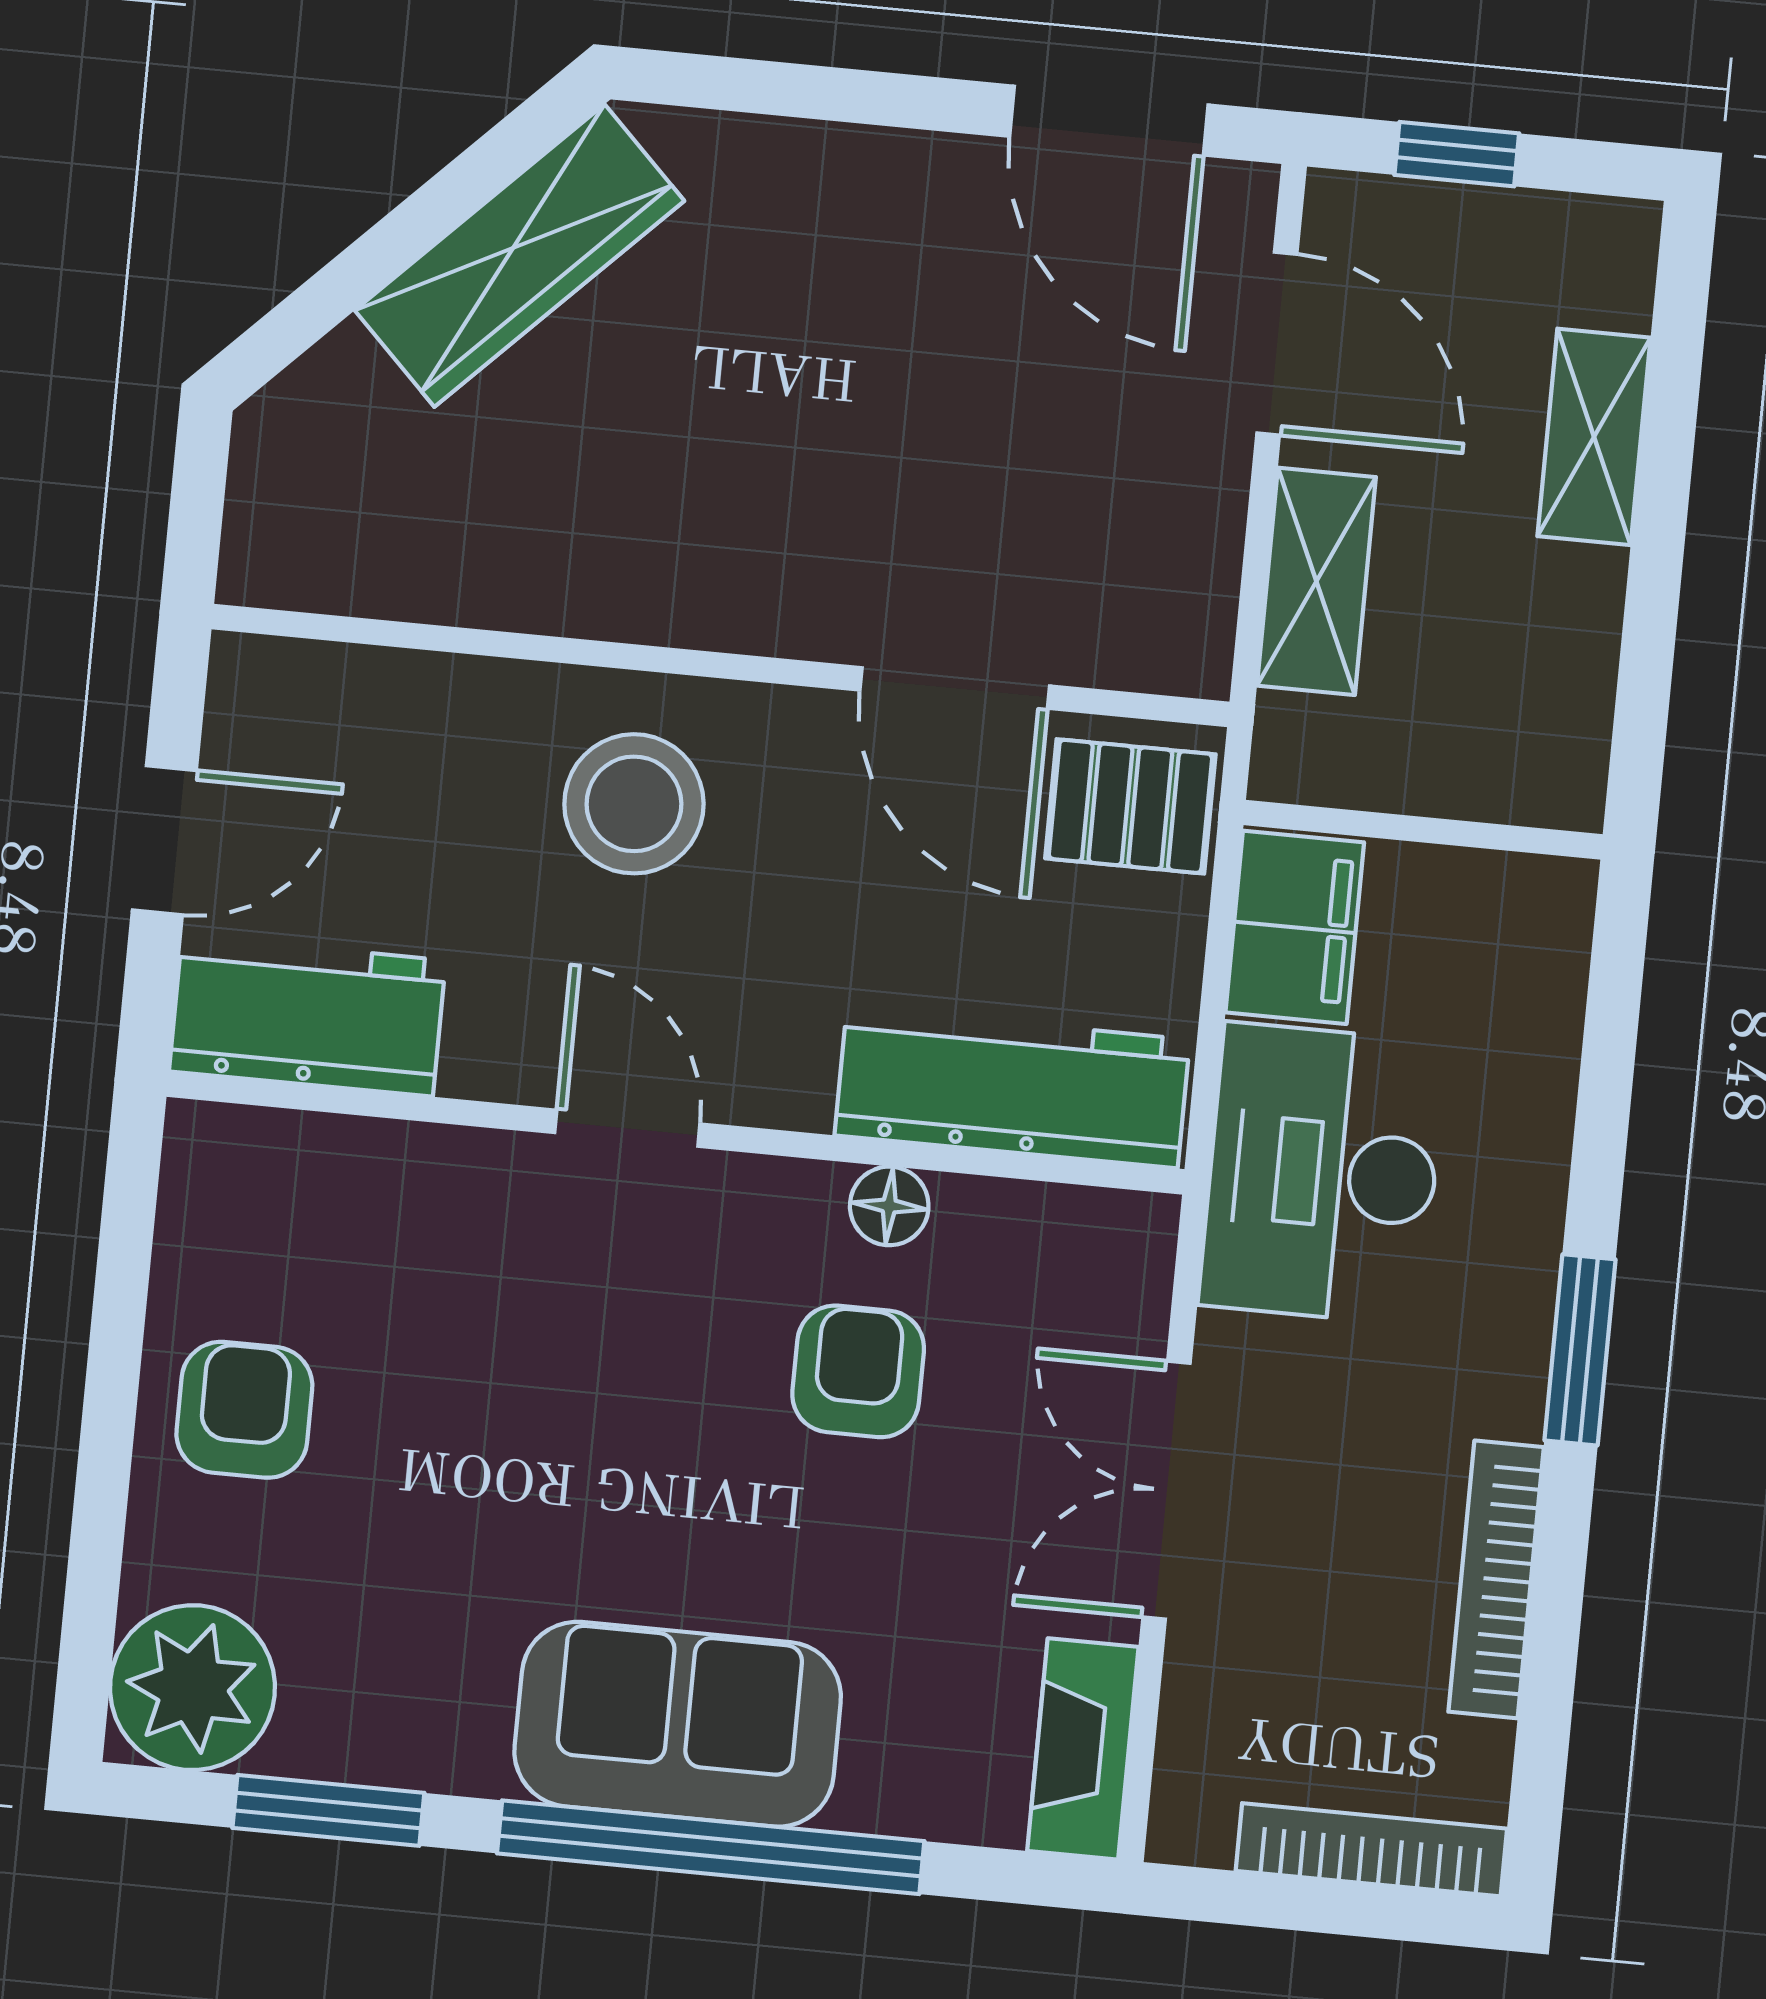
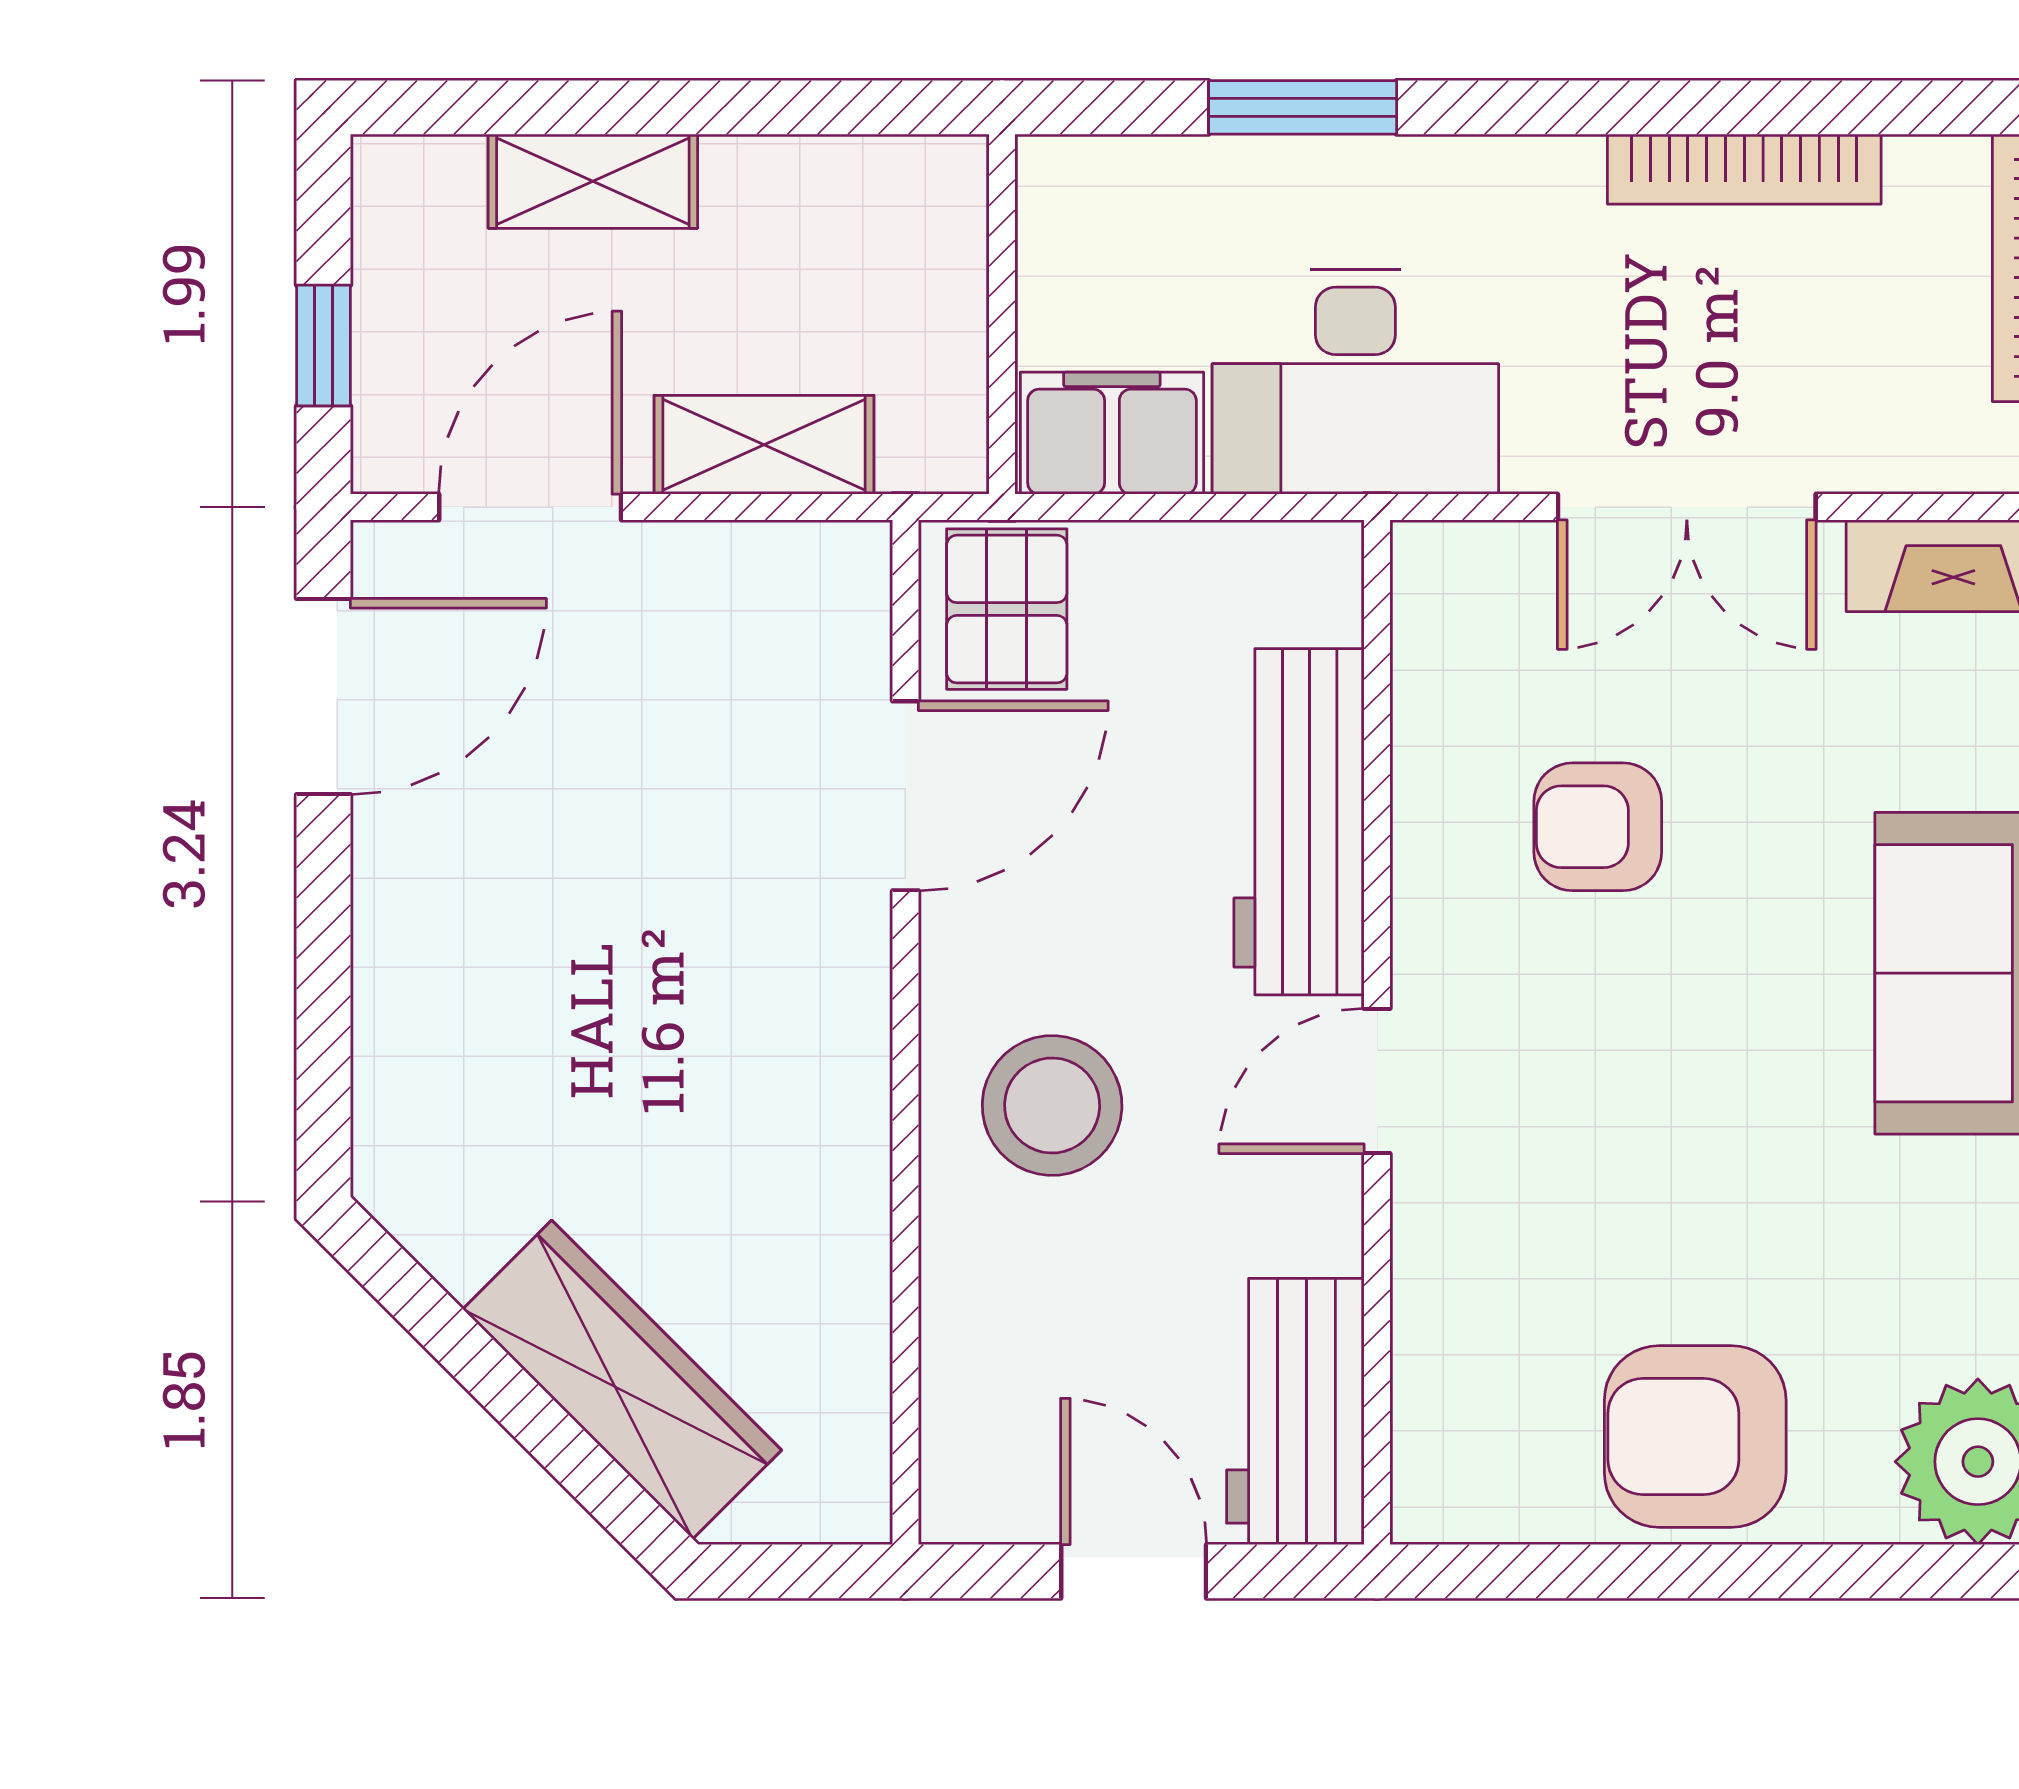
wardrobe: (519, 256) -> (622, 1380), moved
workbench: (1012, 1087) -> (1299, 822), moved
floor lamp: (889, 1206) -> (1429, 812), removed
window: (1580, 1350) -> (1303, 107), moved
armchair: (244, 1410) -> (1695, 1437), width x1.38, depth x1.38

